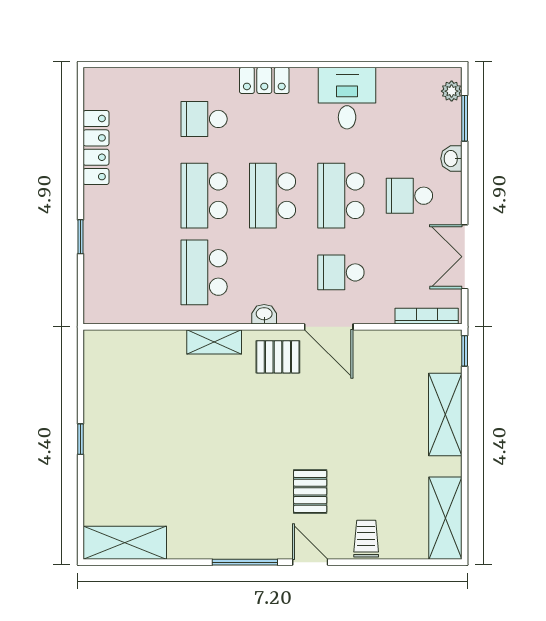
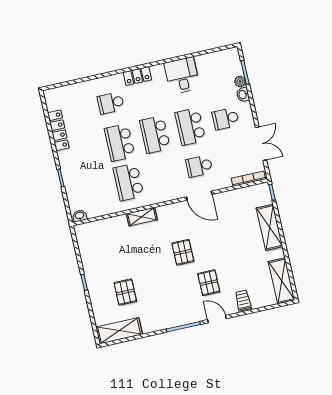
plant: (452, 91) -> (240, 81), moved
double door: (465, 257) -> (261, 144), swing flipped
washbasin: (264, 314) -> (80, 216), moved
pallet: (278, 357) -> (183, 252), moved, turned 90
pallet: (152, 474) -> (125, 292), added

